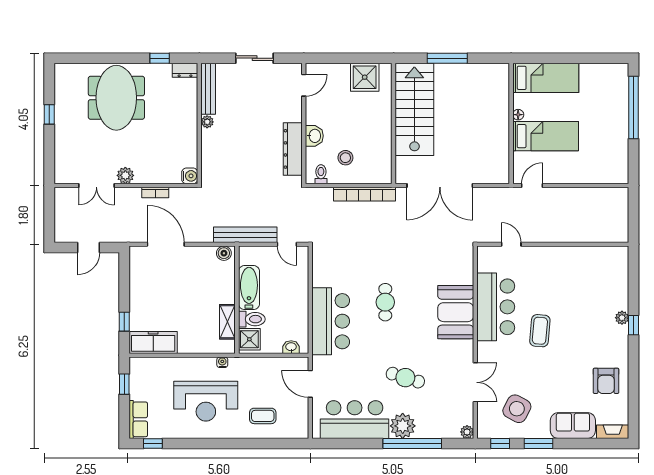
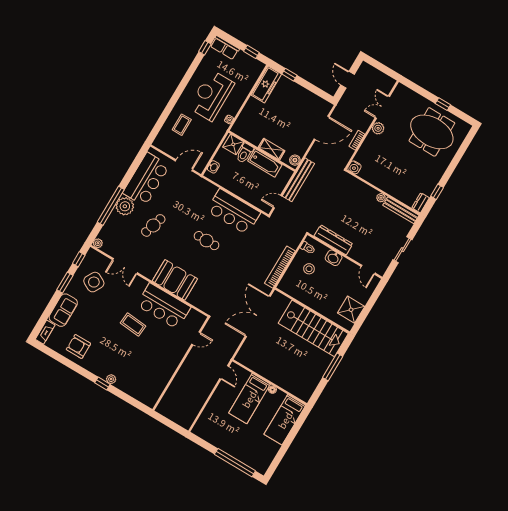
meeting table: (116, 98) -> (432, 132), moved
bar counter: (331, 321) -> (233, 212), moved
shelving: (227, 322) -> (272, 149), moved

